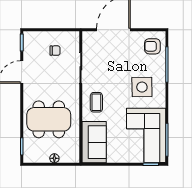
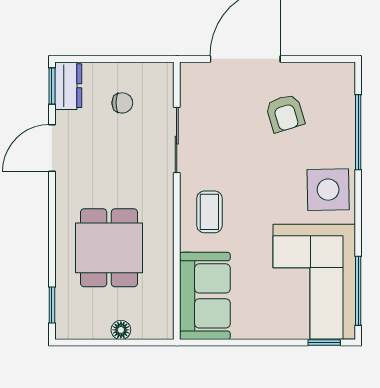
dresser: (29, 42) -> (68, 86), added
armchair: (152, 46) -> (285, 113), moved, turned -107
side table: (142, 87) -> (328, 190), moved
dining table: (49, 119) -> (109, 248), width x0.73

